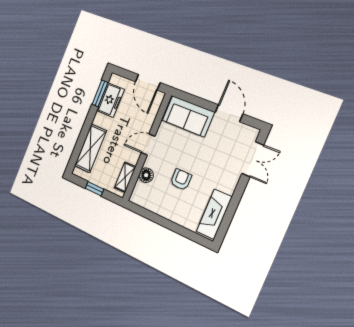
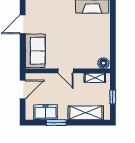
window: (100, 93) -> (56, 123), moved
floor lamp: (146, 175) -> (103, 63), moved
armchair: (181, 180) -> (79, 38), removed

